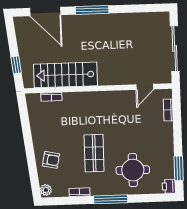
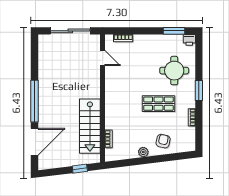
window: (92, 10) -> (34, 101), width x1.46
plant: (46, 190) -> (143, 152), moved
window: (111, 199) -> (199, 91), width x0.69

